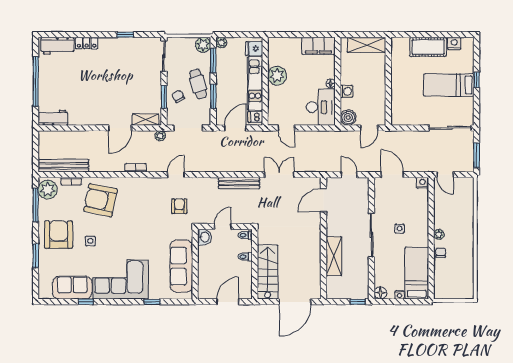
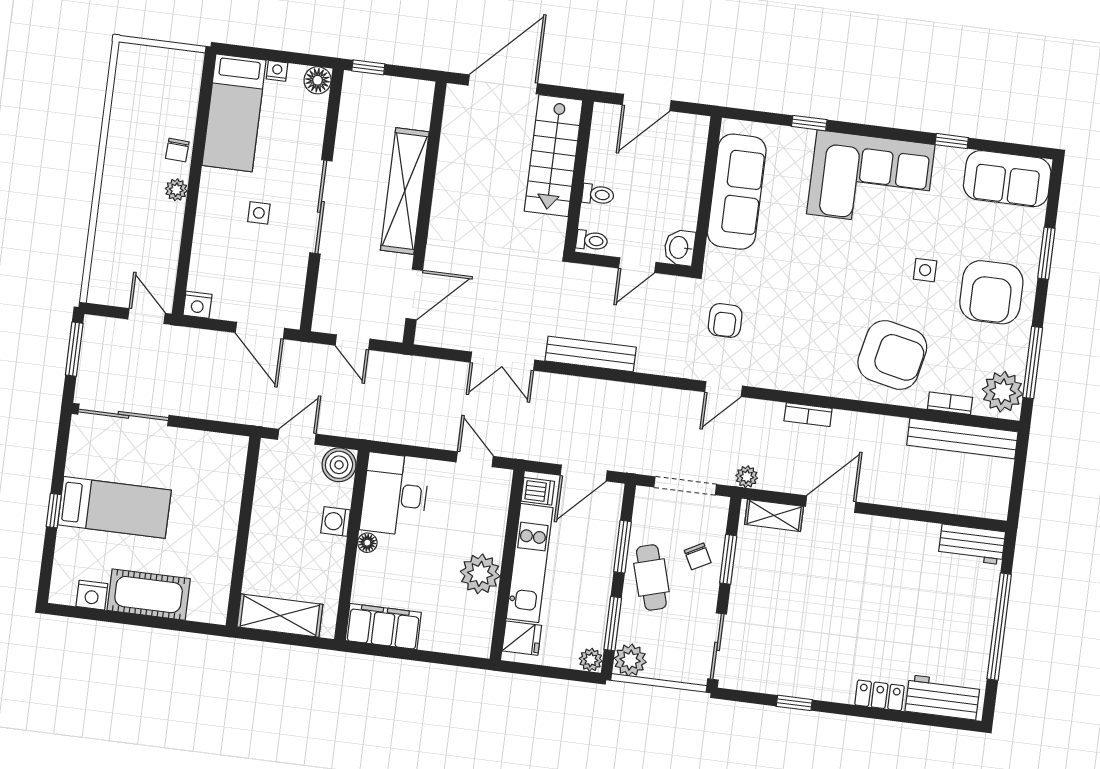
shelving: (334, 256) -> (405, 191), width x1.47
sofa: (72, 288) -> (1007, 179), moved

